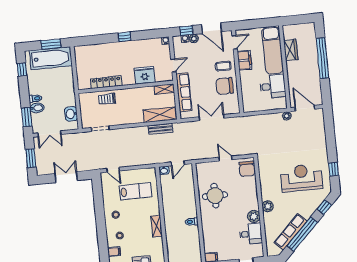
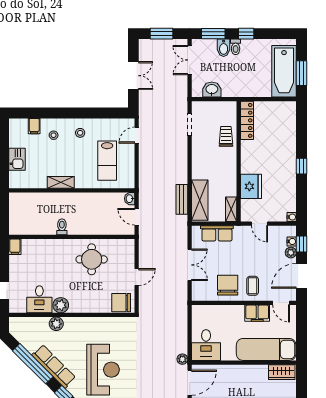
wardrobe: (291, 50) -> (282, 372), moved
window: (22, 70) -> (246, 34), moved
locker: (106, 82) -> (247, 120), moved
desk: (273, 86) -> (206, 345), moved
row of seats: (184, 92) -> (217, 233), width x0.68
plant: (268, 206) -> (56, 324), moved
row of seats: (291, 232) -> (54, 366), moved

